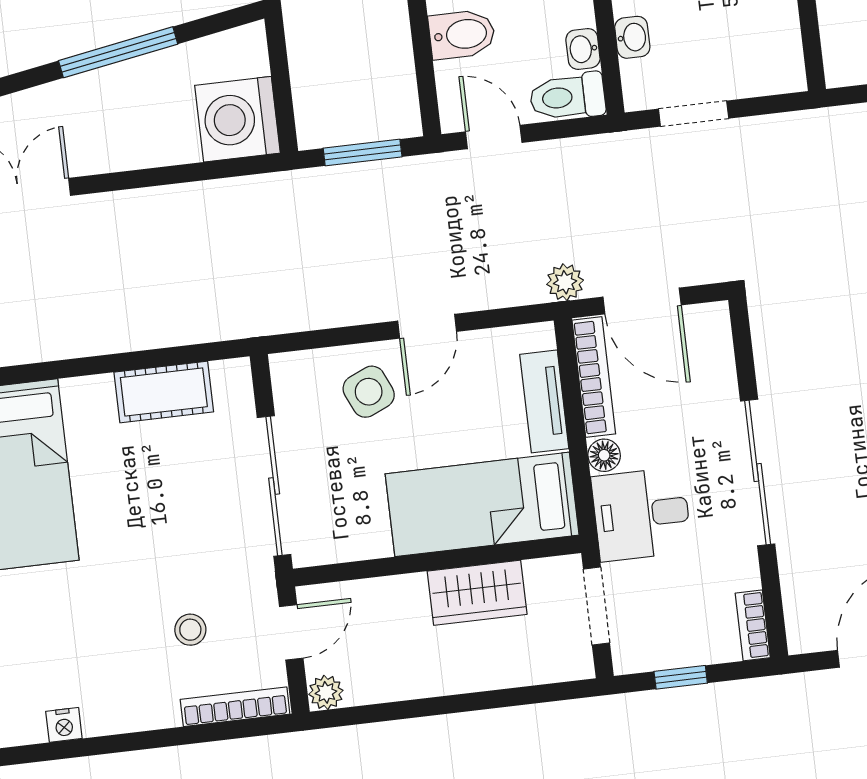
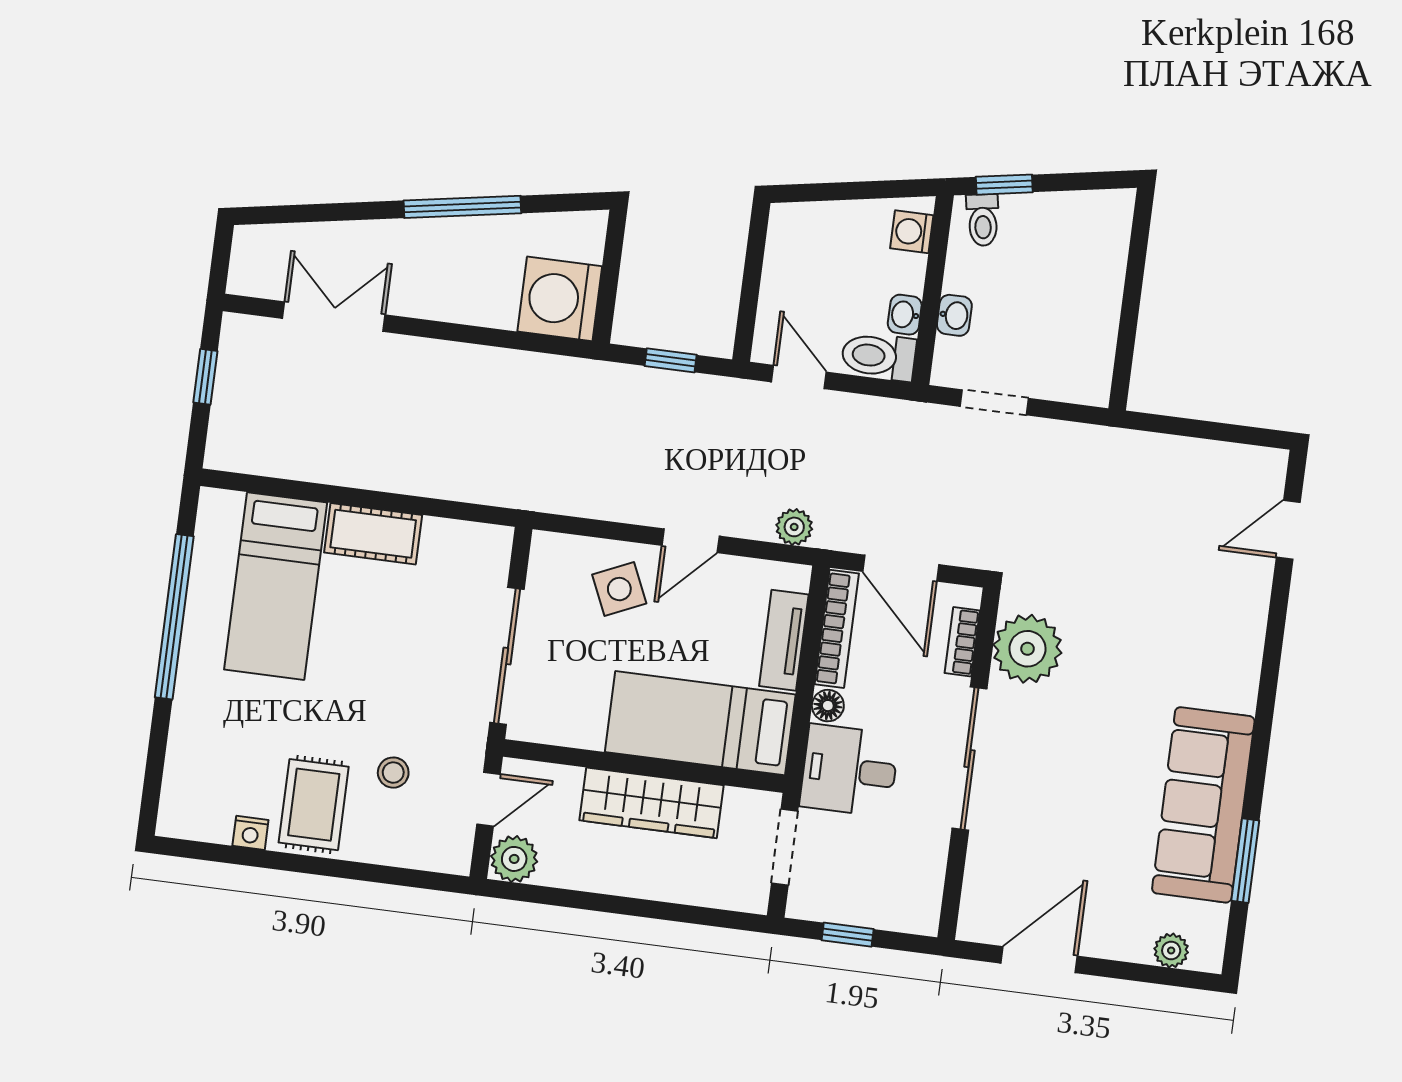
bidet: (462, 34) -> (793, 272), removed
window: (363, 152) -> (671, 360), width x0.67
plant: (565, 282) -> (794, 527), moved
plant: (788, 349) -> (1027, 649), added
cot: (164, 392) -> (373, 534), moved
wardrobe: (477, 593) -> (652, 803), width x1.50
bookcase: (753, 625) -> (962, 642), moved
rug: (120, 681) -> (314, 805), added
plant: (326, 692) -> (514, 859), width x1.38, depth x1.38
bookcase: (235, 707) -> (417, 856), removed

